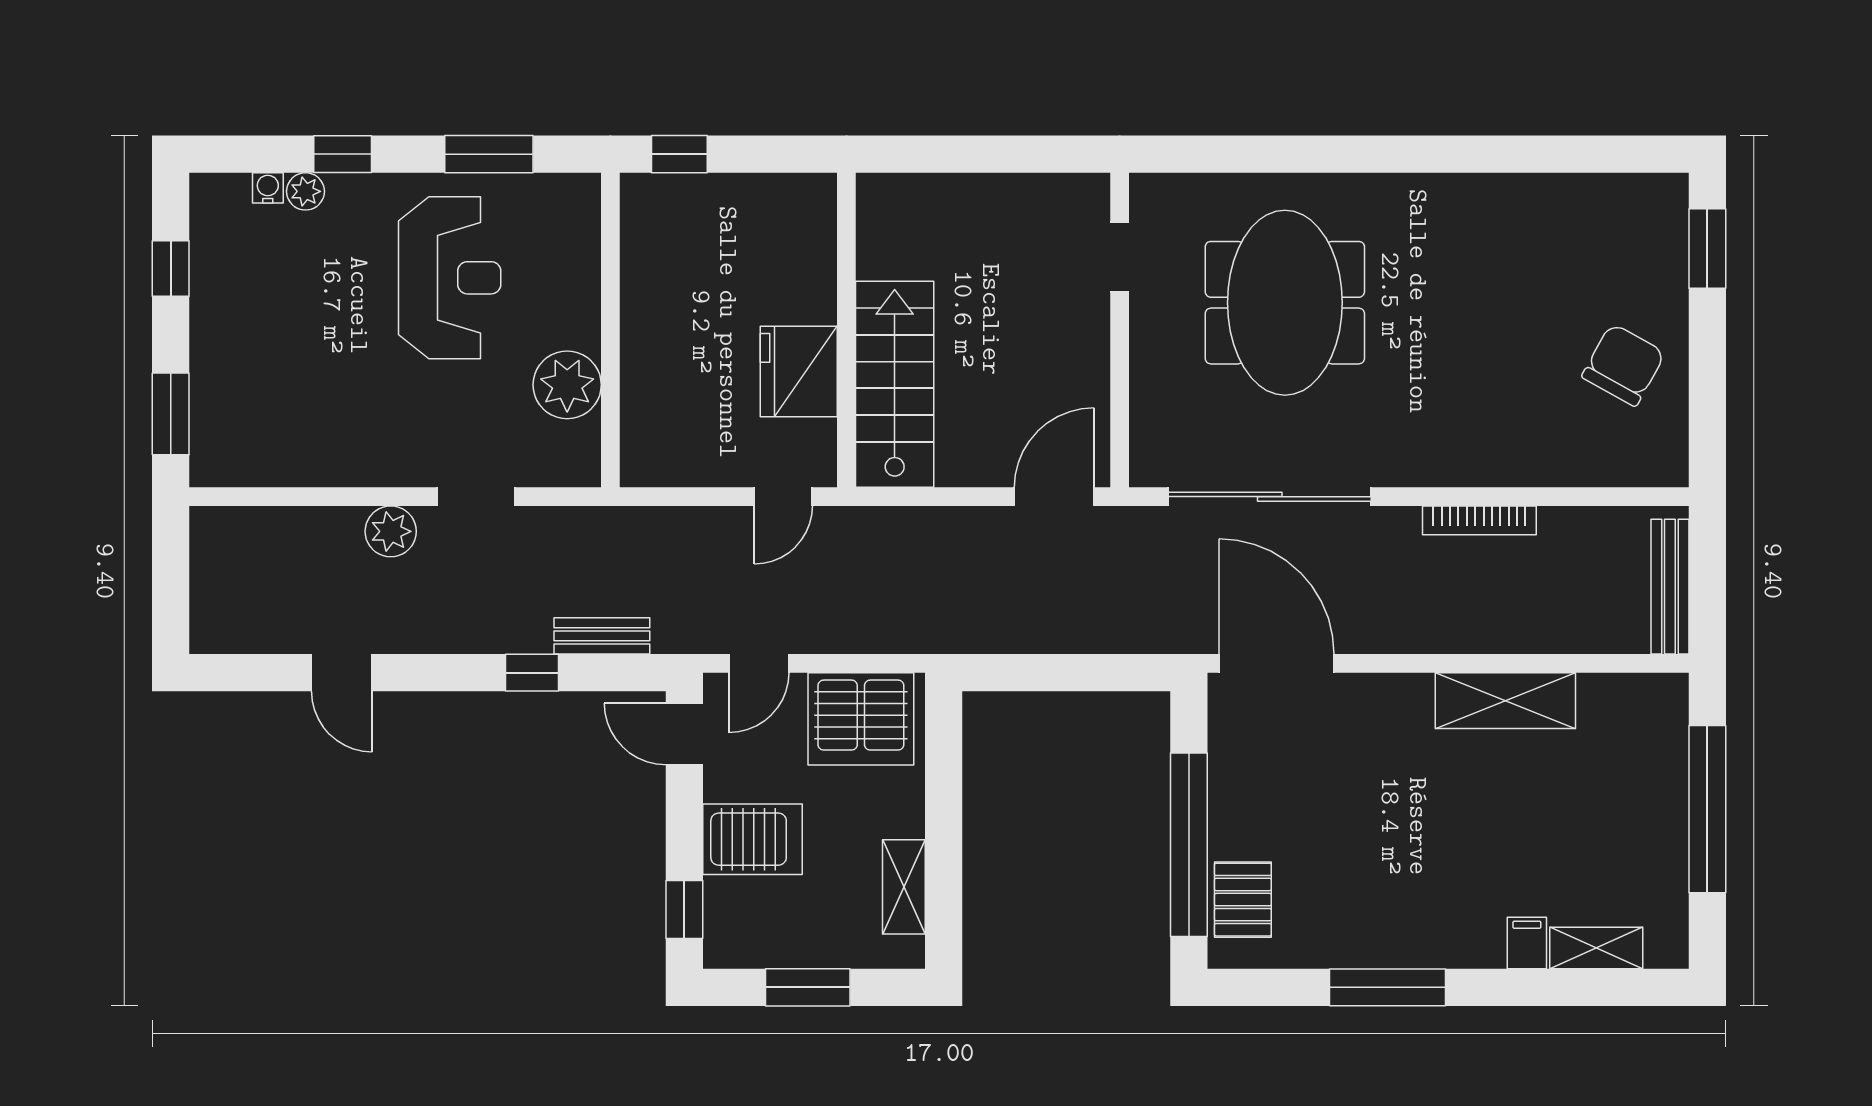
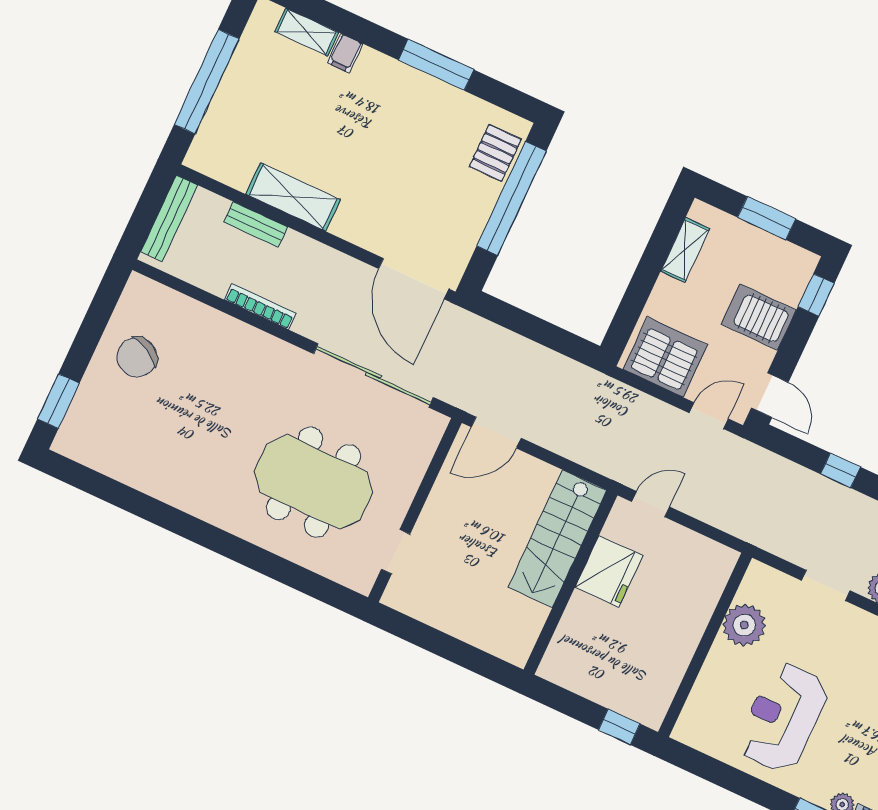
window: (489, 154) -> (728, 777), removed
meeting table: (1285, 303) -> (314, 482), turned 90
bench: (602, 636) -> (256, 224), moved

